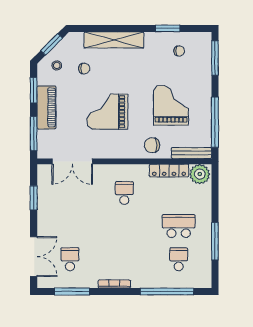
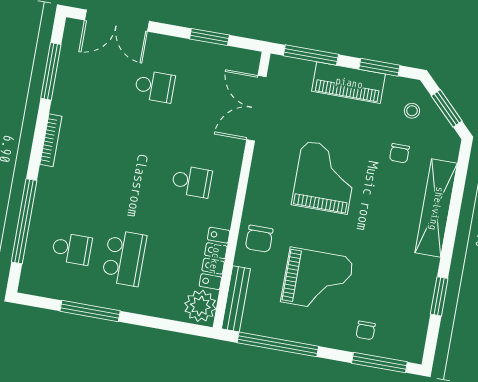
chair: (179, 51) -> (366, 330), moved
chair: (152, 145) -> (259, 239), turned 180
school desk: (70, 259) -> (155, 86), moved

